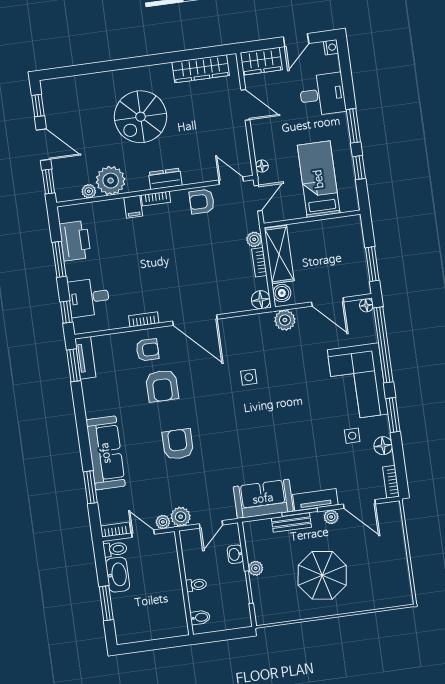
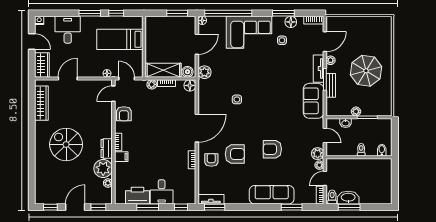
spiral stairs: (140, 117) -> (66, 145), turned 180
dresser: (165, 179) -> (107, 149), moved
desk: (89, 297) -> (162, 192), moved
window: (393, 415) -> (283, 13), moved
window: (106, 603) -> (349, 207), moved

